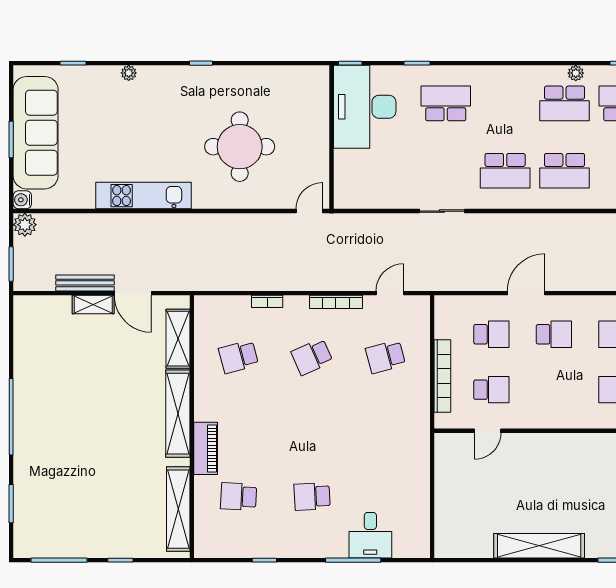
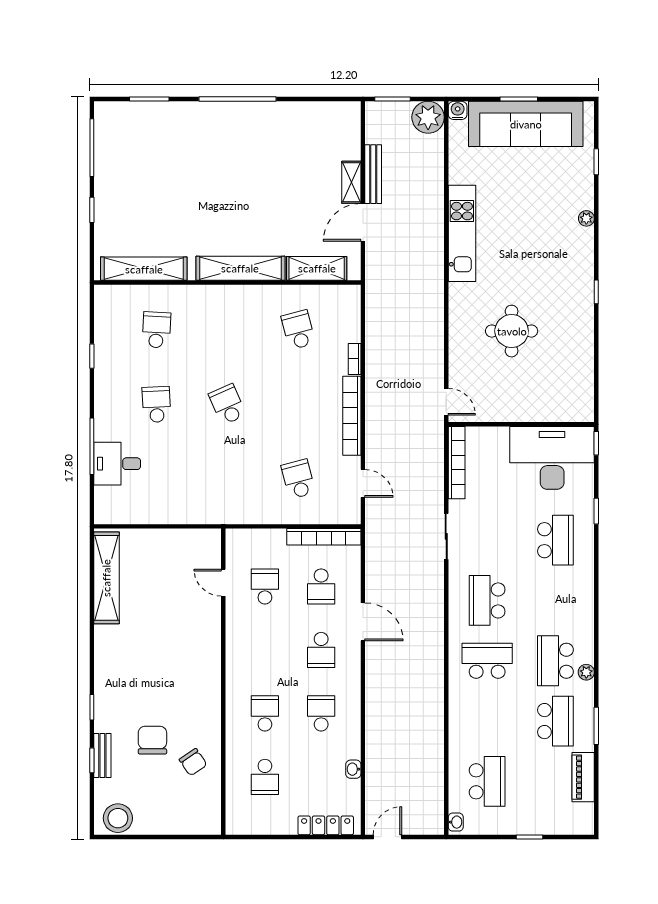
round table: (240, 147) -> (512, 331), width x0.73, depth x0.73
school desk: (564, 171) -> (487, 661), turned 90
bookcase: (369, 201) -> (457, 463), added
plant: (25, 225) -> (428, 117), width x1.36, depth x1.36
bookcase: (336, 302) -> (352, 416), width x1.48, depth x1.31
school desk: (312, 357) -> (227, 404), moved
bookcase: (442, 376) -> (324, 537), moved
school desk: (491, 390) -> (265, 586), turned 180
piano: (206, 448) -> (205, 296), removed
shelving: (539, 546) -> (106, 578), moved

